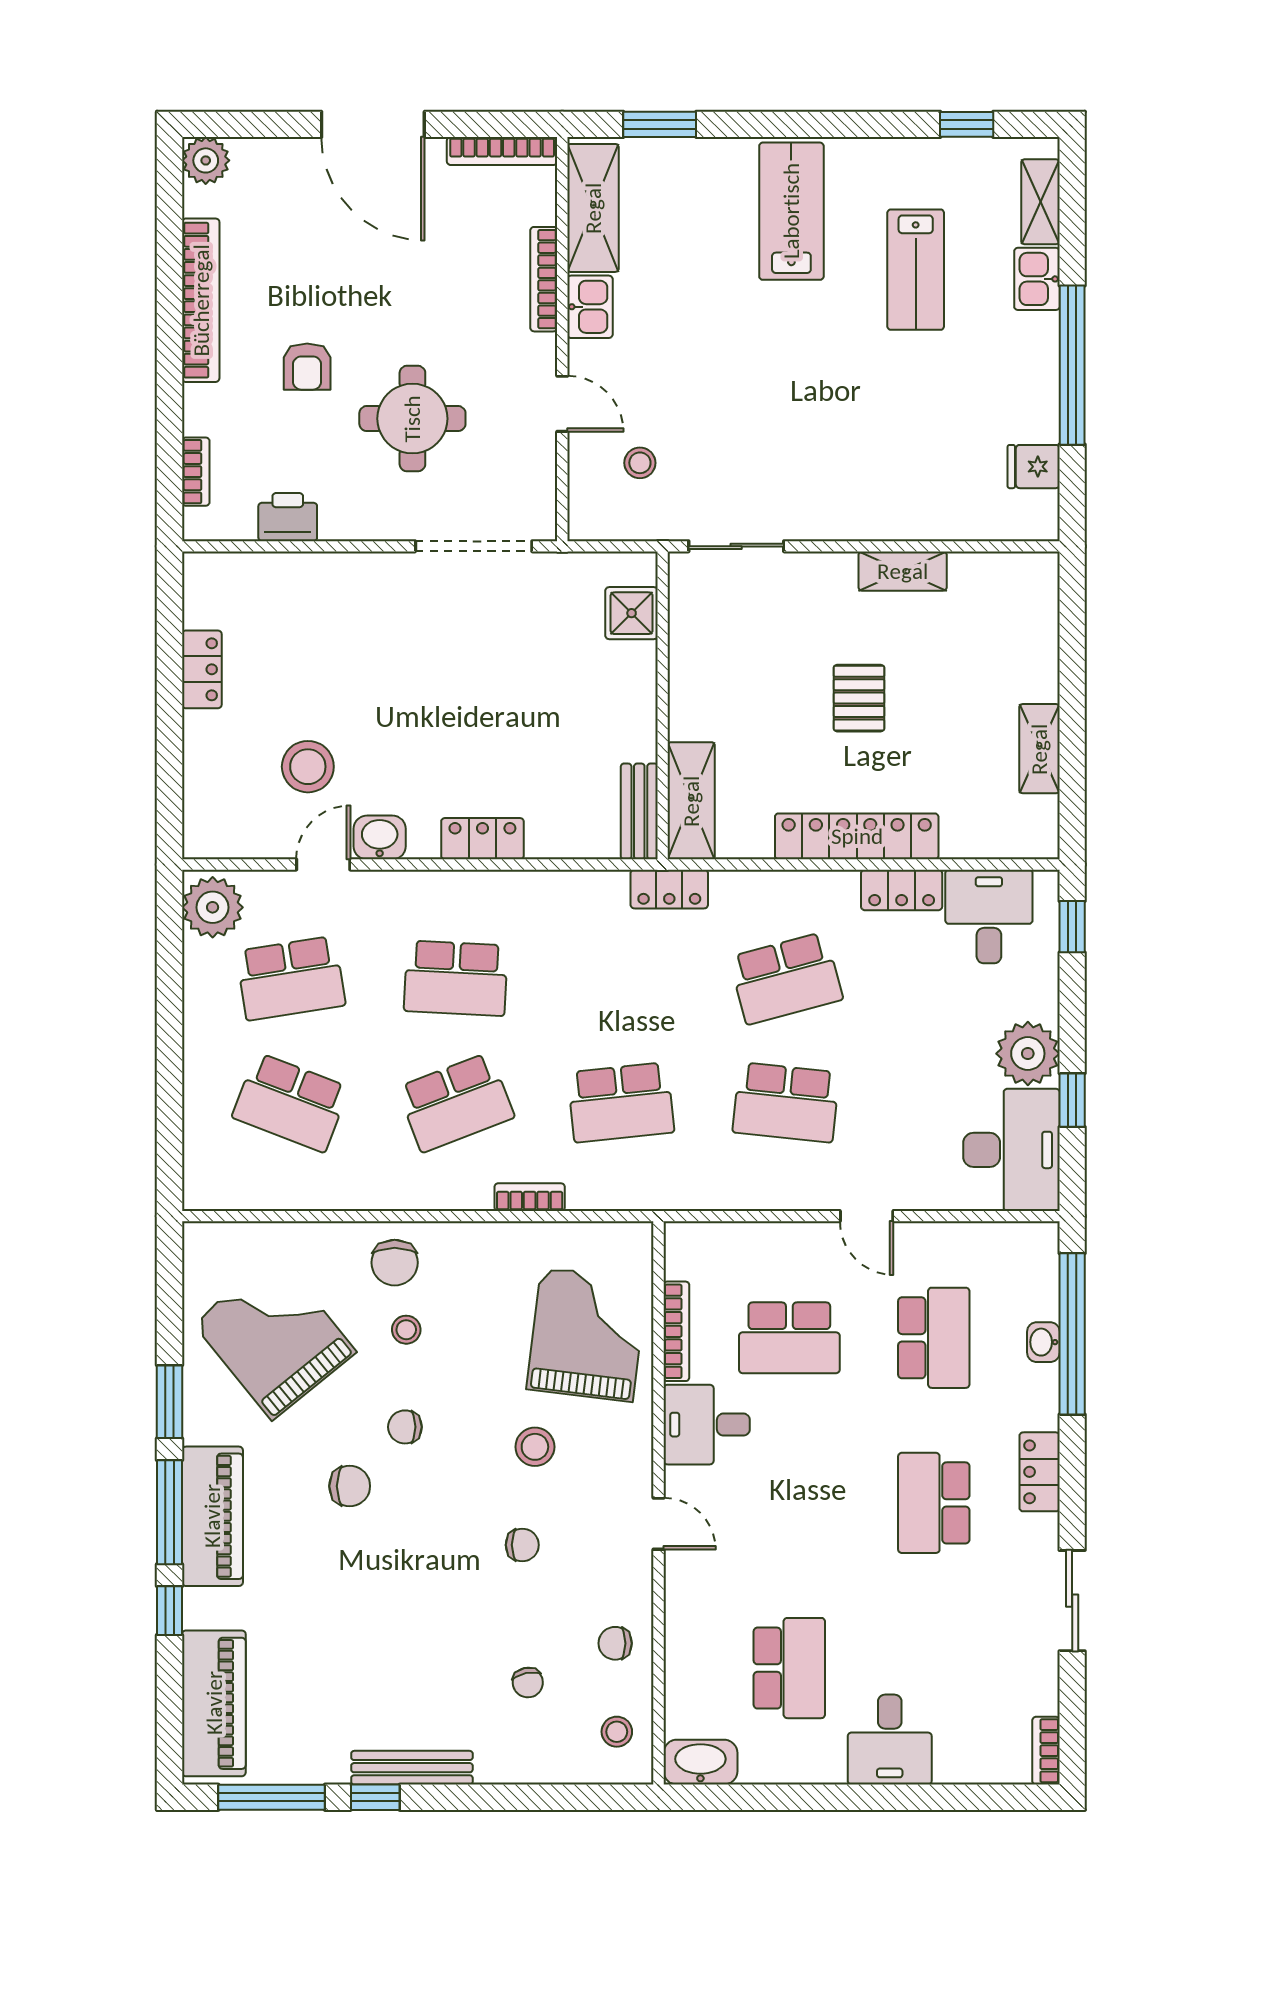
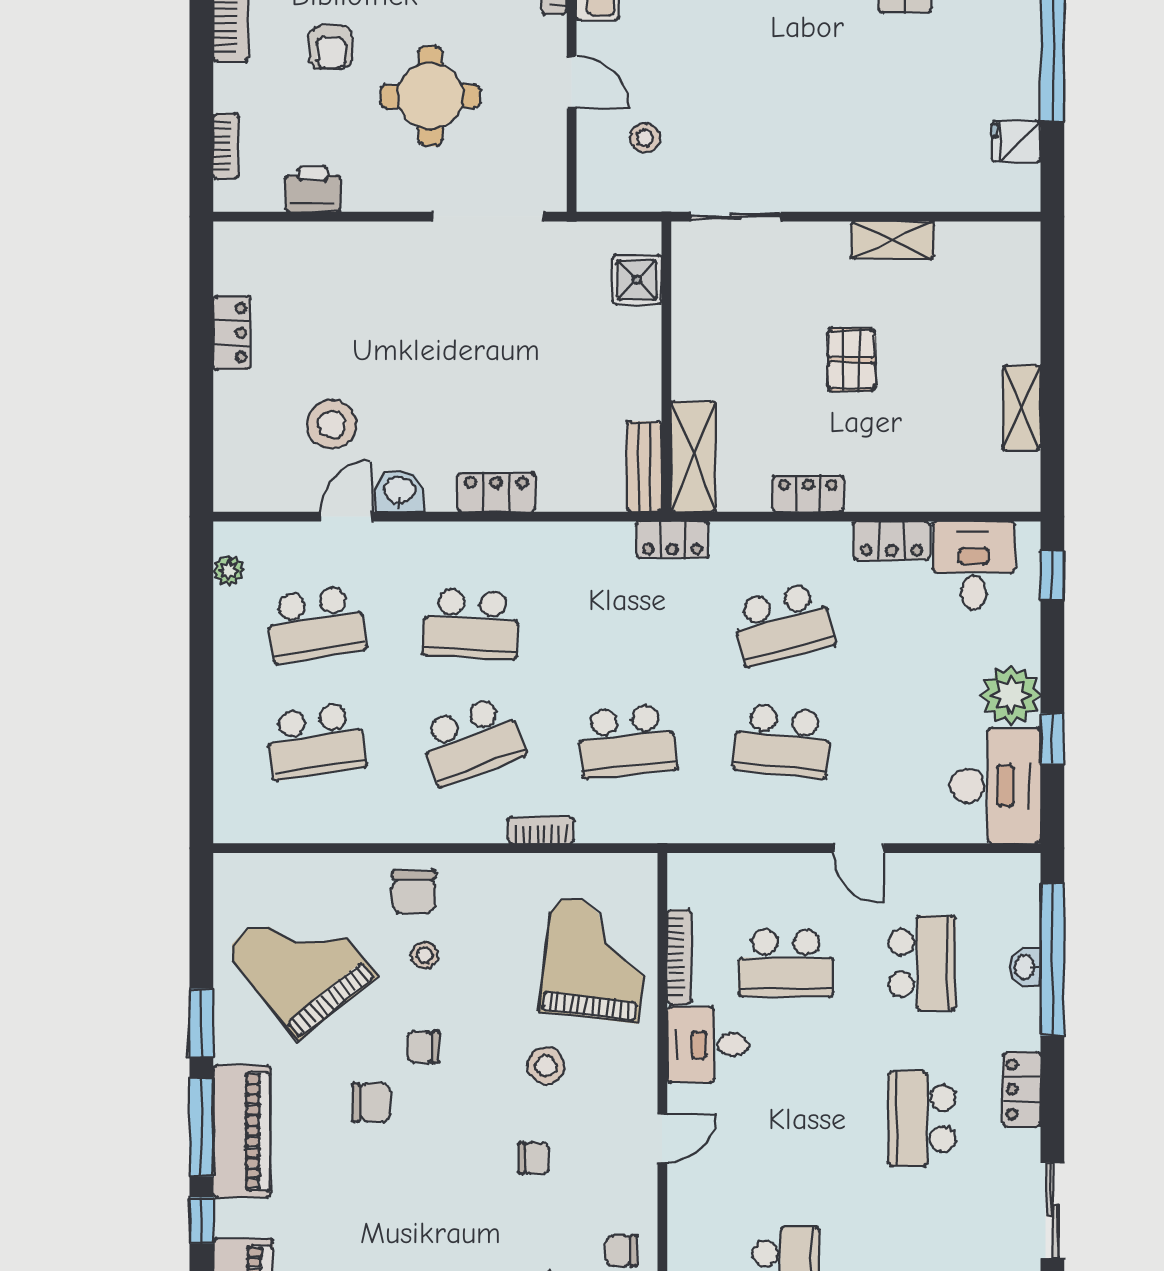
locker: (857, 836) -> (808, 494), width x0.46, depth x0.83
plant: (213, 907) -> (229, 570), width x0.53, depth x0.53
school desk: (291, 1102) -> (316, 741), turned -30
door: (659, 1524) -> (662, 1138), hinge flipped

